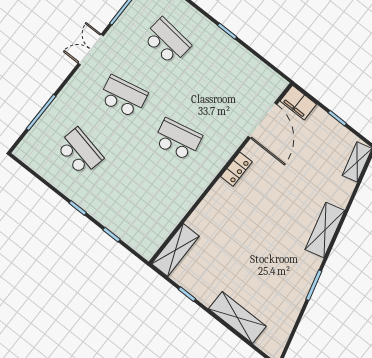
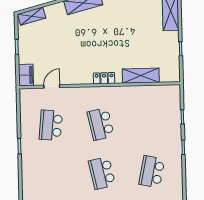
school desk: (167, 41) -> (51, 125), moved
door: (263, 120) -> (52, 86), width x0.53
locker: (236, 169) -> (104, 78), moved
shelving: (175, 250) -> (141, 76), moved

